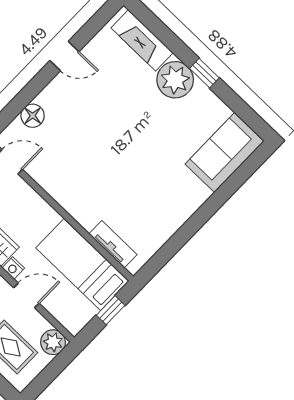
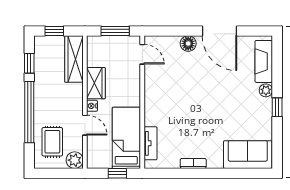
door: (64, 56) -> (219, 31), width x1.87
plant: (175, 80) -> (266, 90), width x0.53, depth x0.53
floor lamp: (33, 116) -> (188, 43), moved
bookcase: (178, 220) -> (193, 163), added

